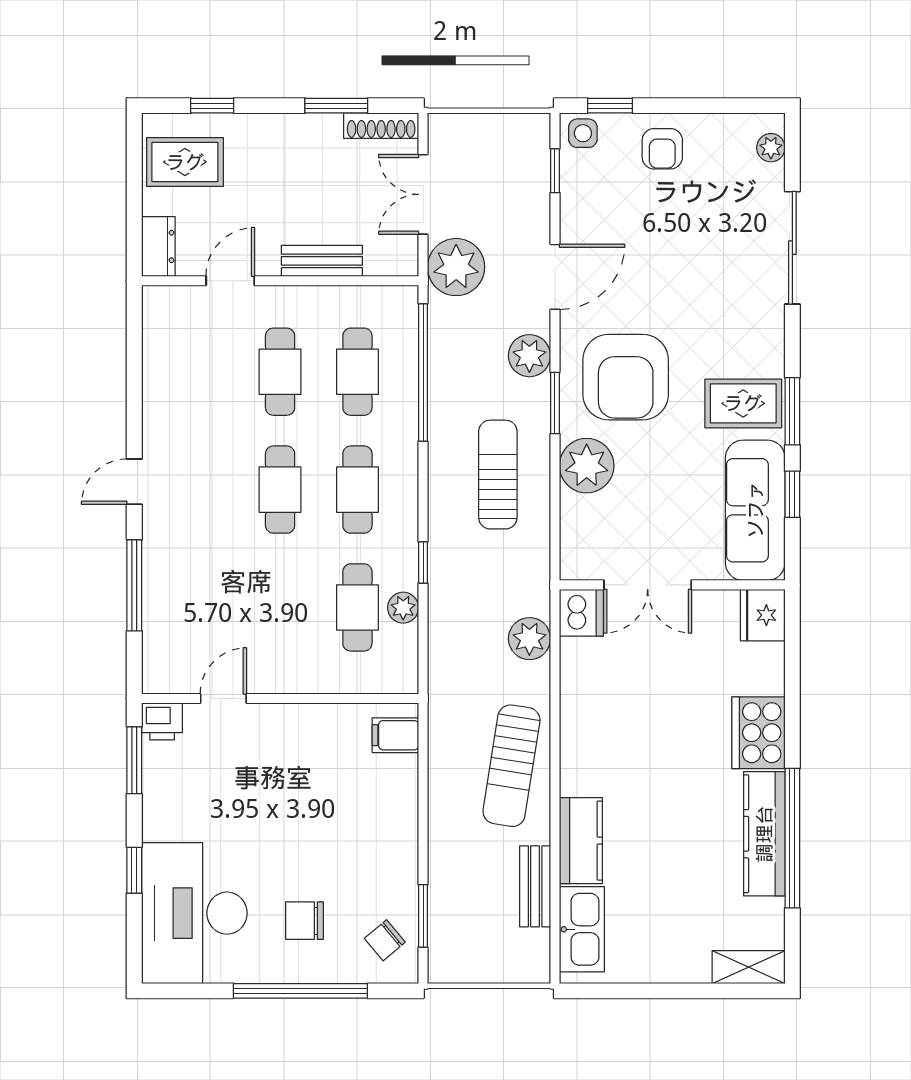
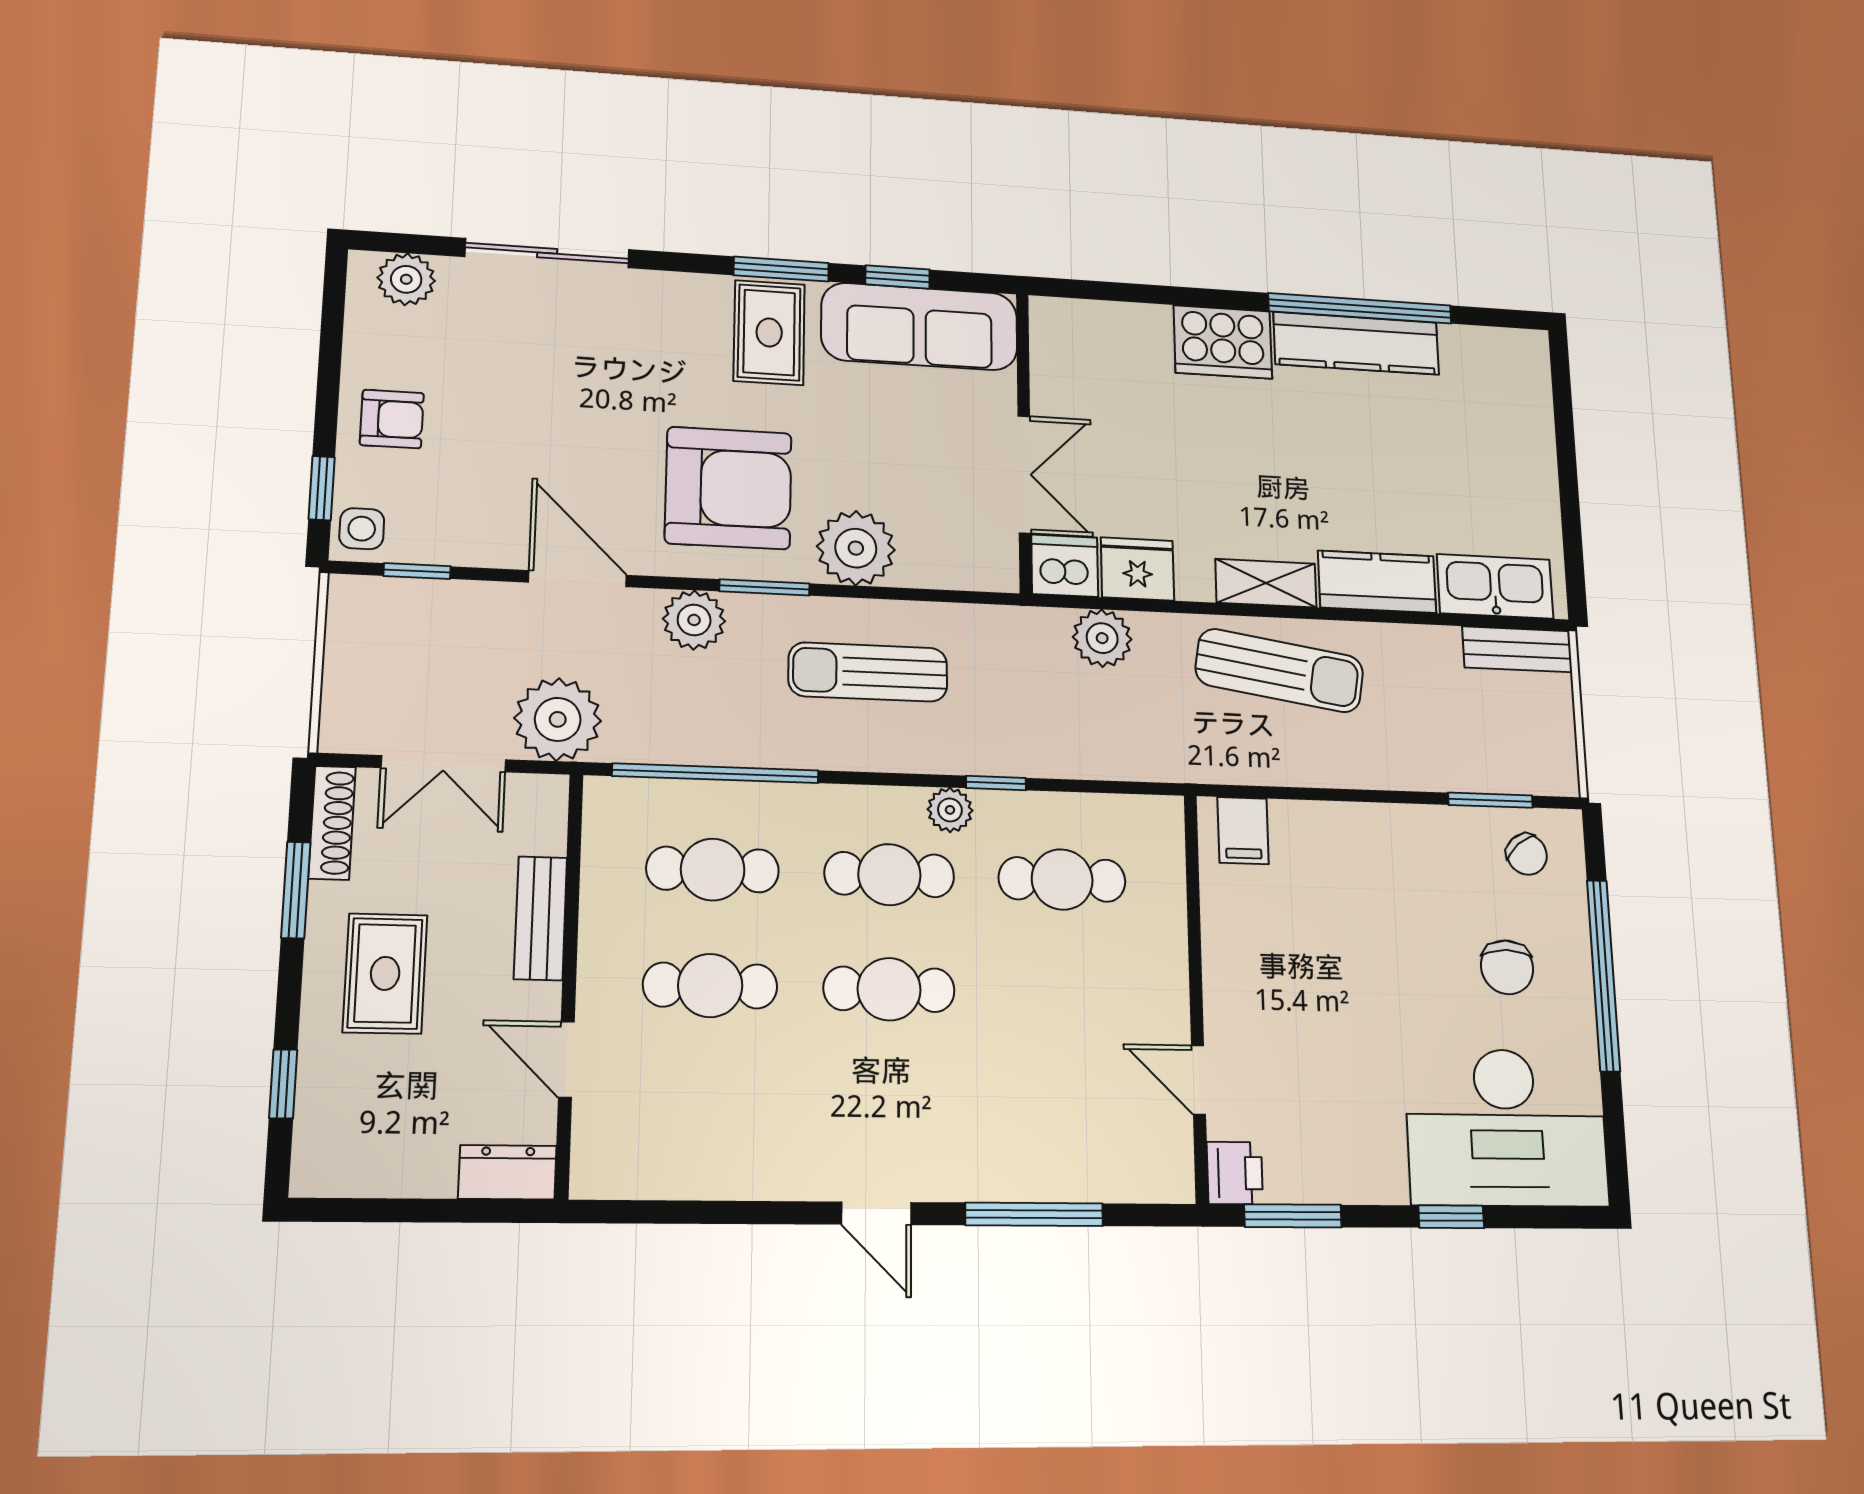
plant: (771, 148) -> (406, 279), width x1.38, depth x1.38
rug: (185, 162) -> (385, 973), moved
plant: (403, 608) -> (950, 810), moved
fridge: (763, 615) -> (1137, 569), moved, turned 180
bench: (535, 886) -> (1517, 649), moved
shelving: (749, 967) -> (1266, 583), moved, turned 90

